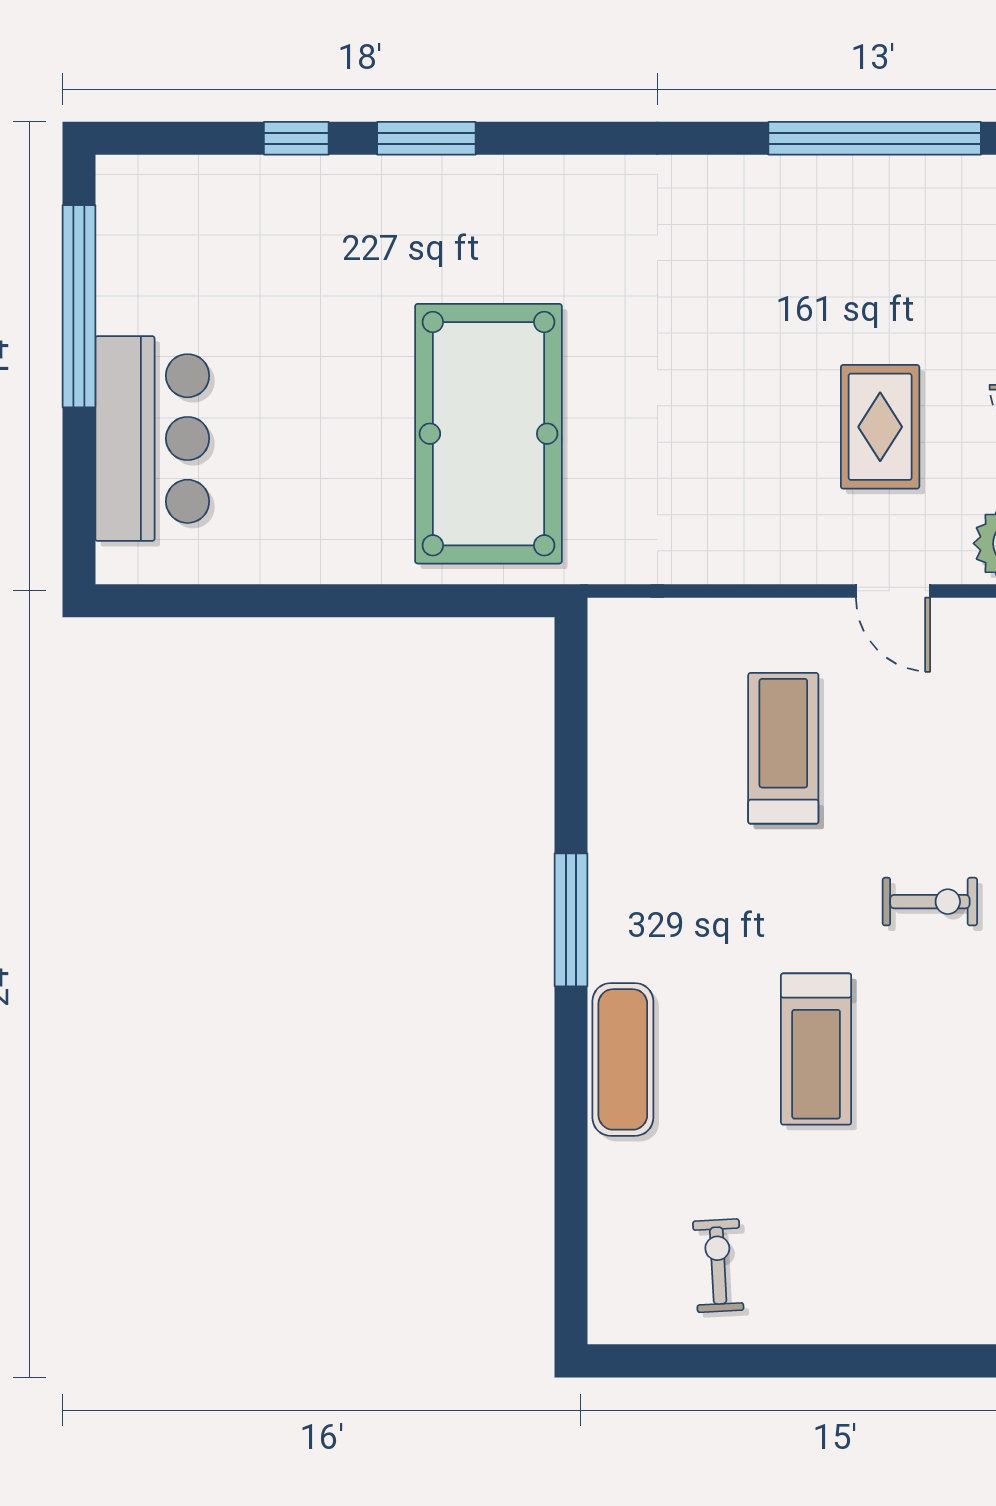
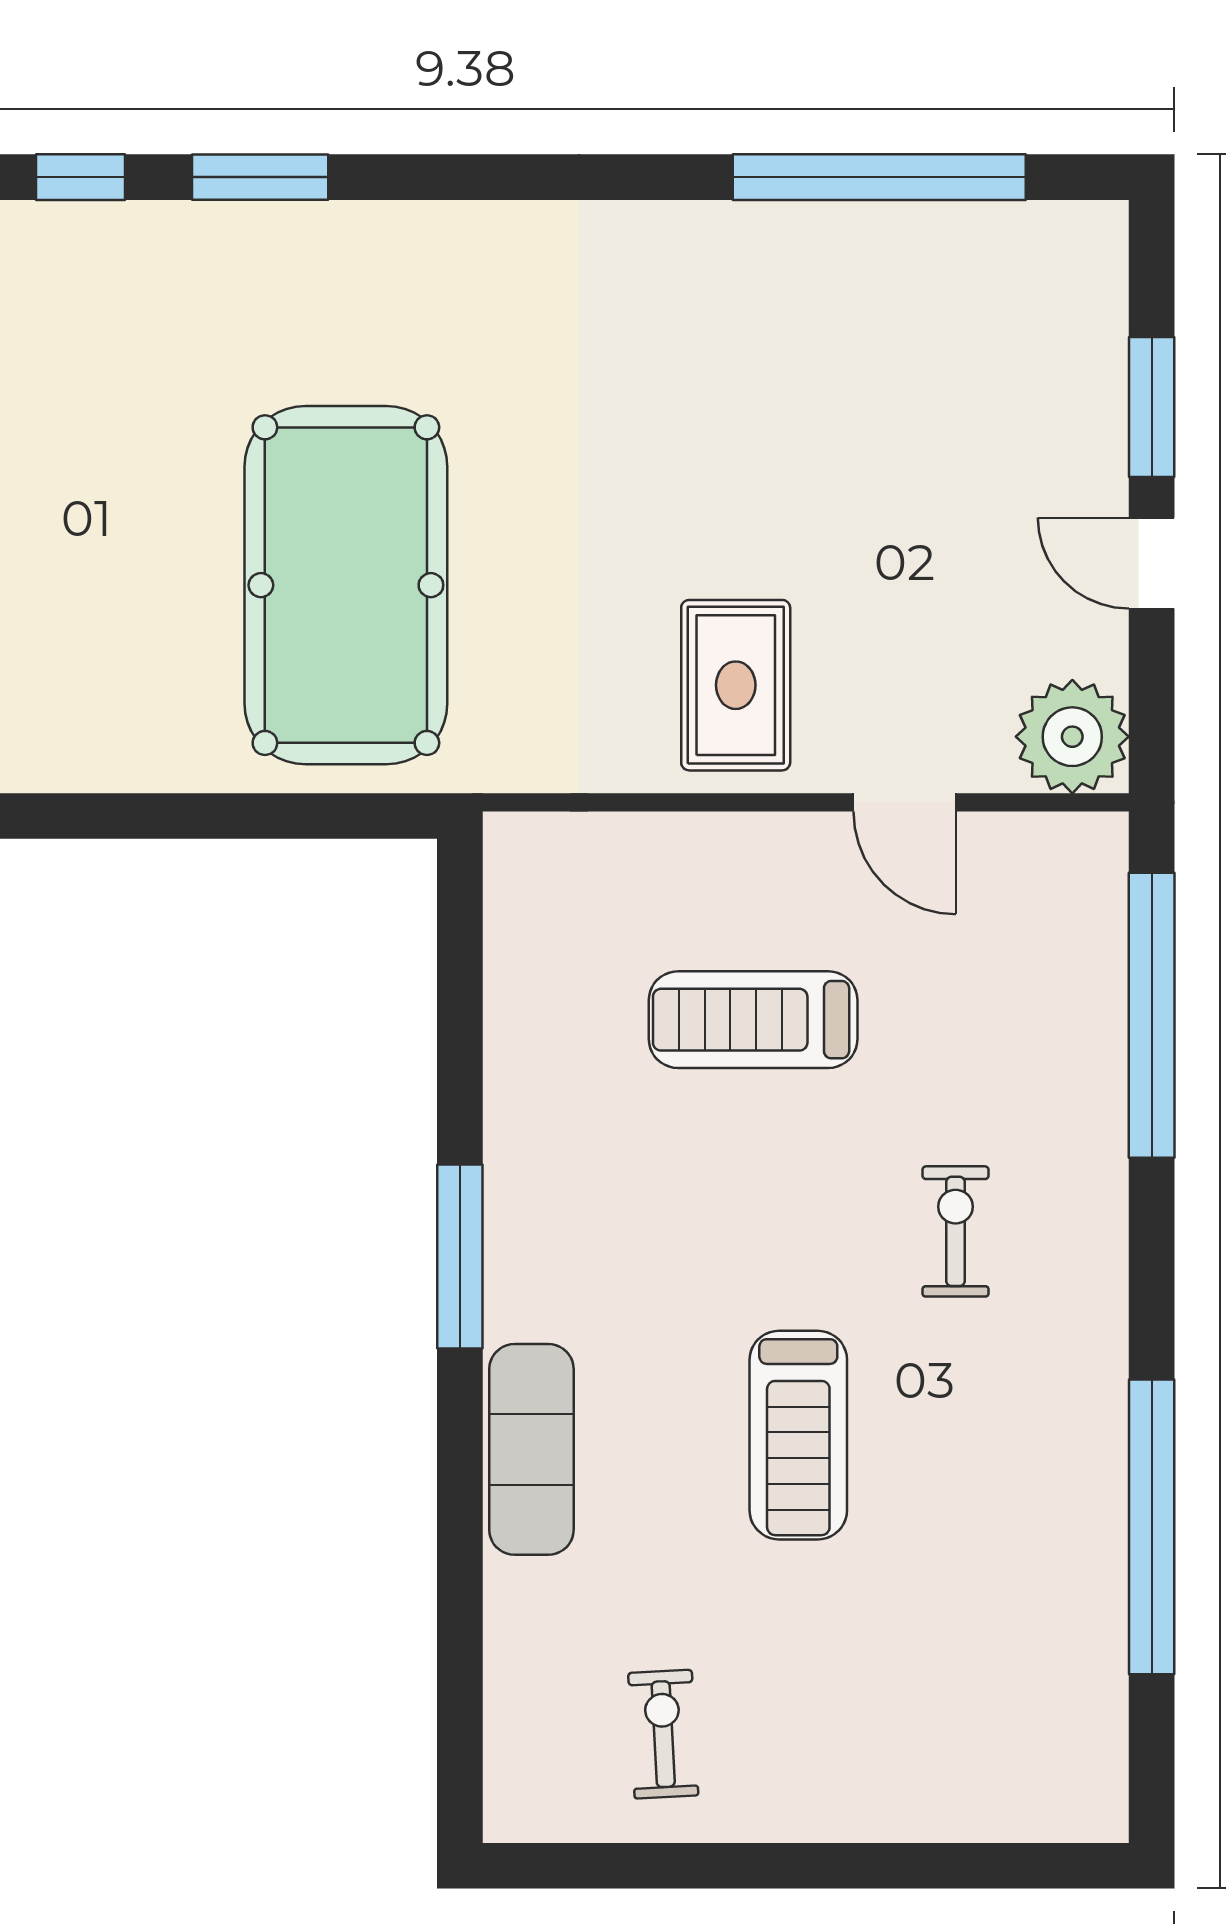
rug: (880, 427) -> (736, 685), moved
treadmill: (783, 748) -> (753, 1020), turned -90
exercise bike: (930, 902) -> (956, 1231), turned -90

